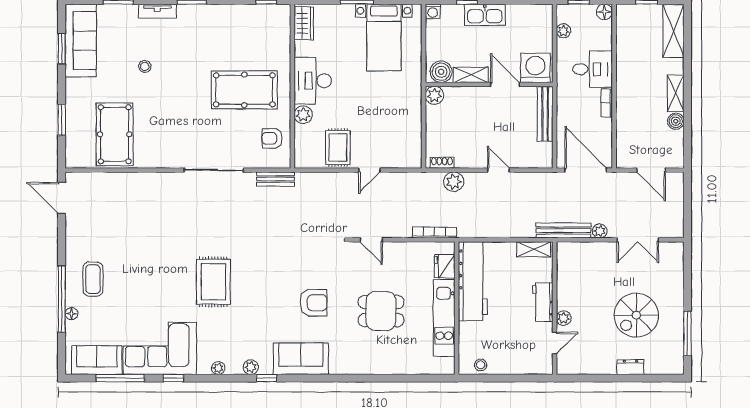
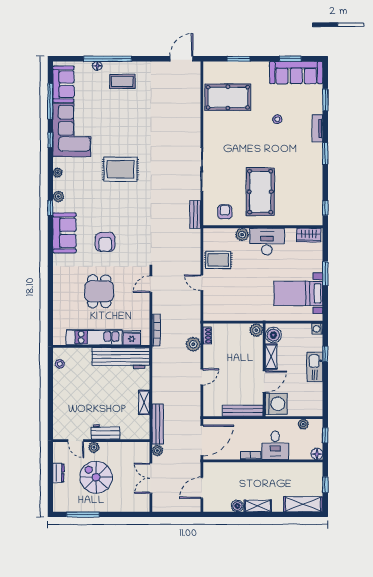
workbench: (543, 302) -> (106, 432), moved
wall: (555, 308) -> (101, 441), moved
plant: (564, 318) -> (94, 447), moved
door: (555, 343) -> (76, 441), moved

